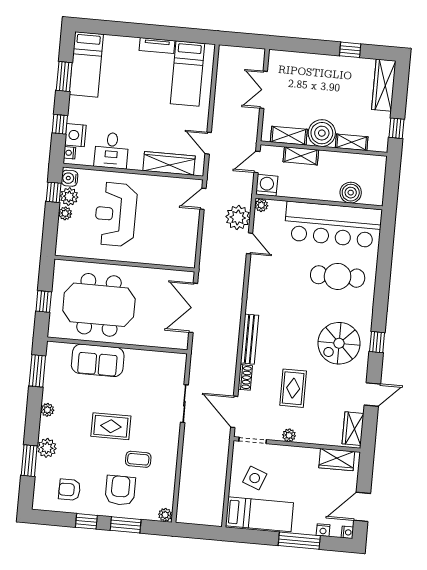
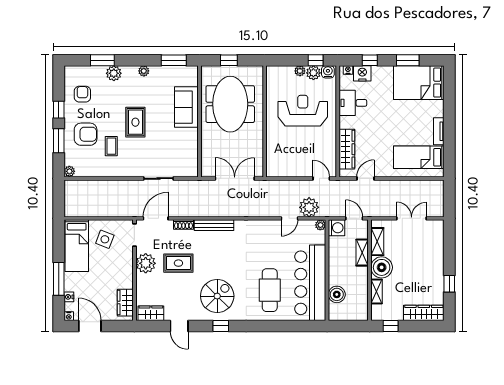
bed: (86, 64) -> (419, 83), width x1.50
spiral stairs: (339, 343) -> (217, 296), turned 90
plant: (289, 435) -> (146, 263), width x1.88, depth x1.88

